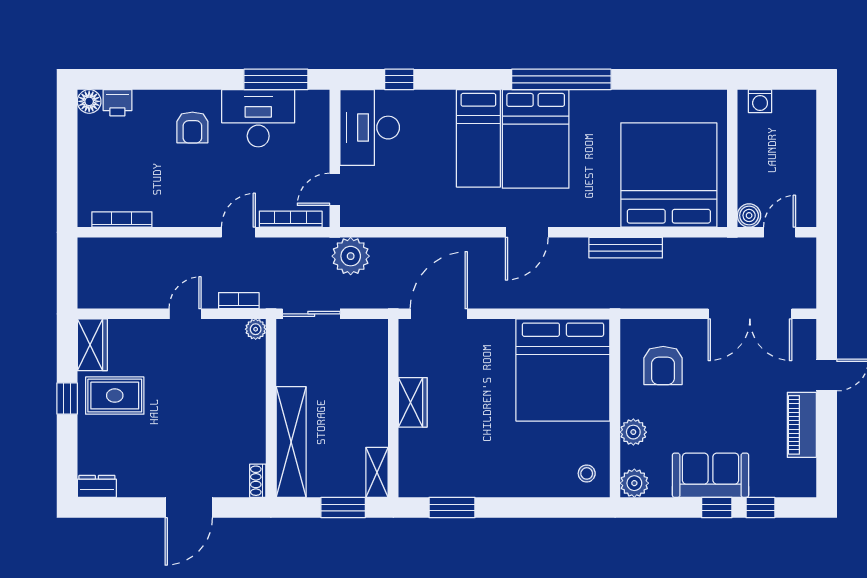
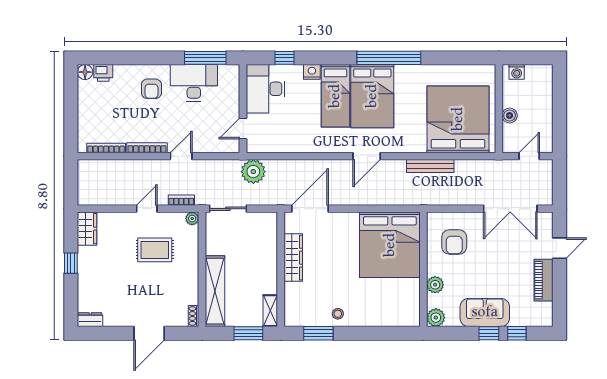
nightstand: (442, 101) -> (312, 72), added
boiler: (749, 215) -> (510, 116), moved
bookcase: (291, 219) -> (147, 148), moved
rug: (115, 396) -> (155, 250), moved
wardrobe: (413, 402) -> (293, 258), width x1.50
stool: (587, 473) -> (338, 314), moved

